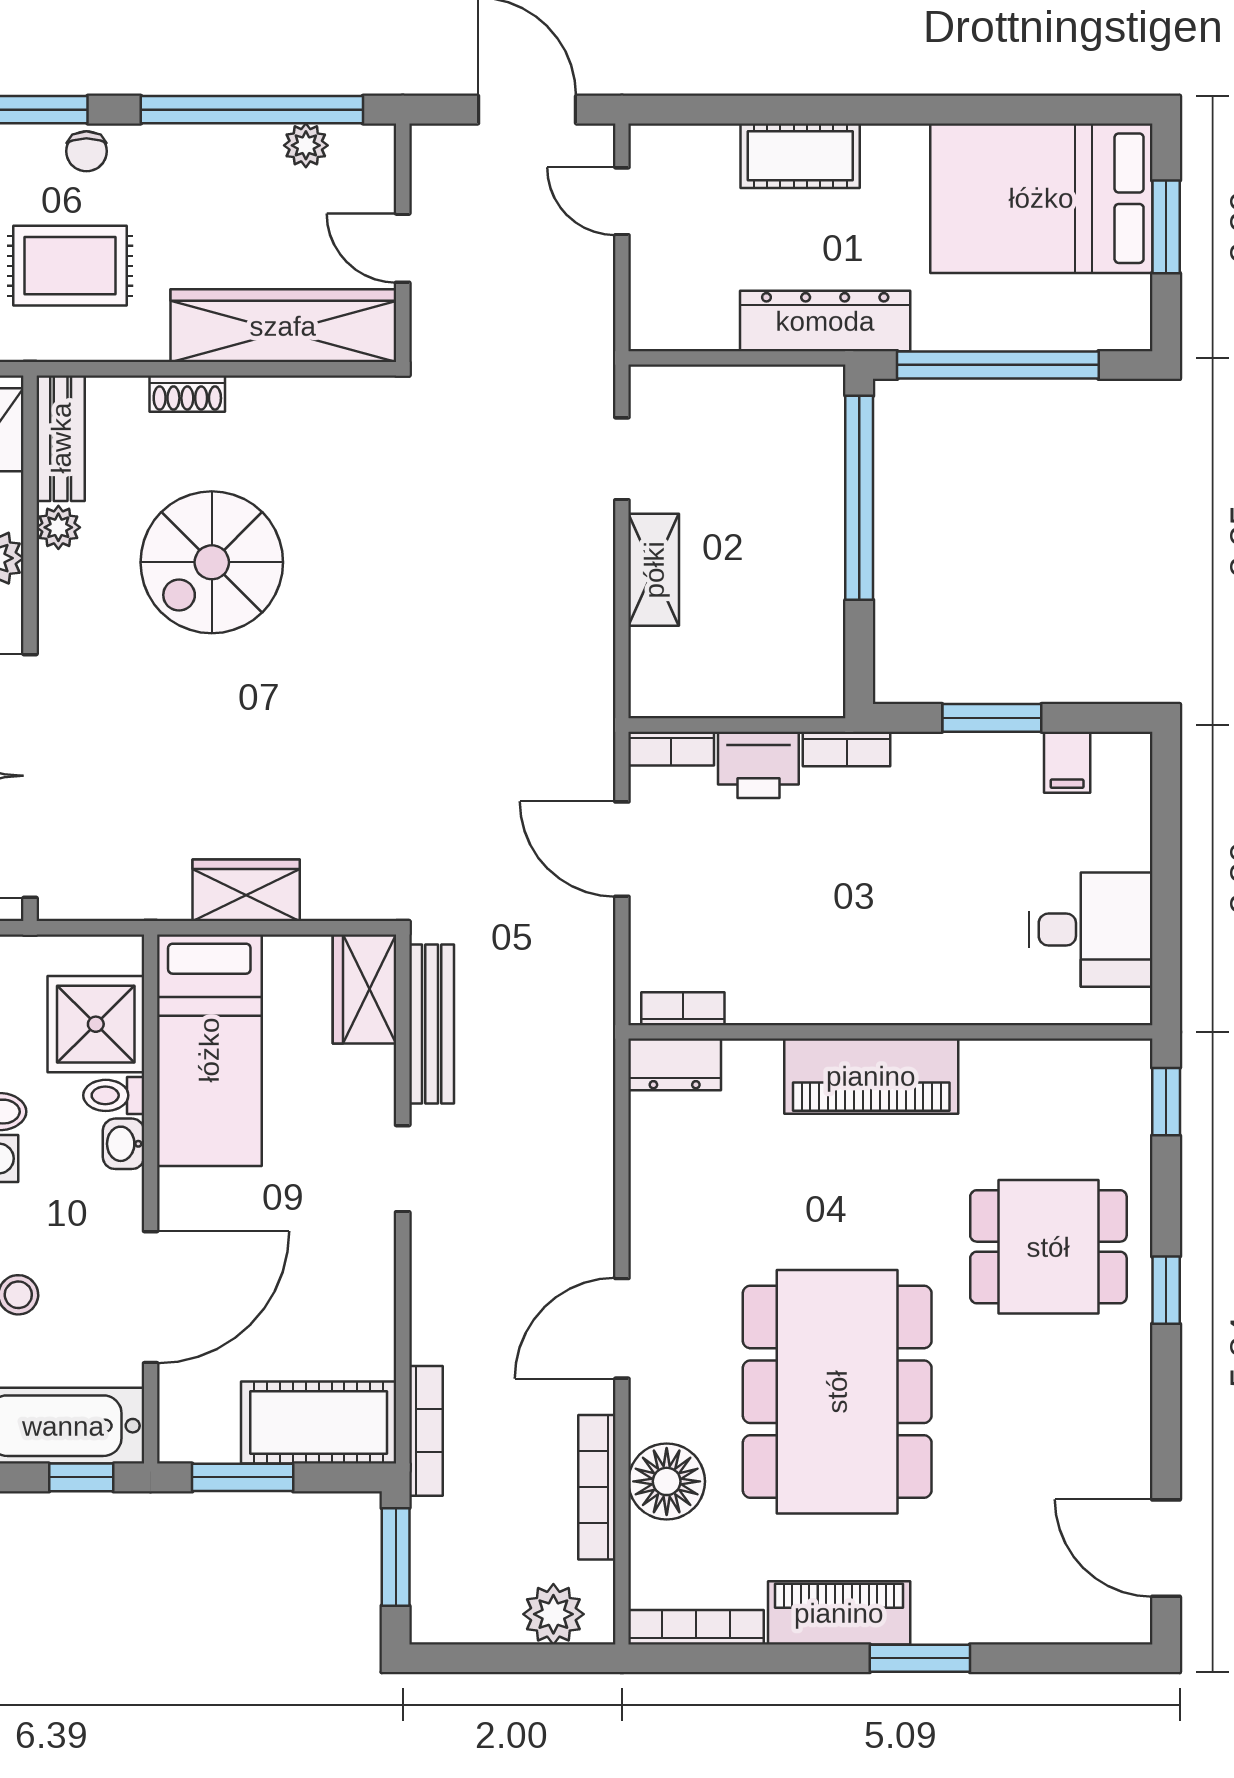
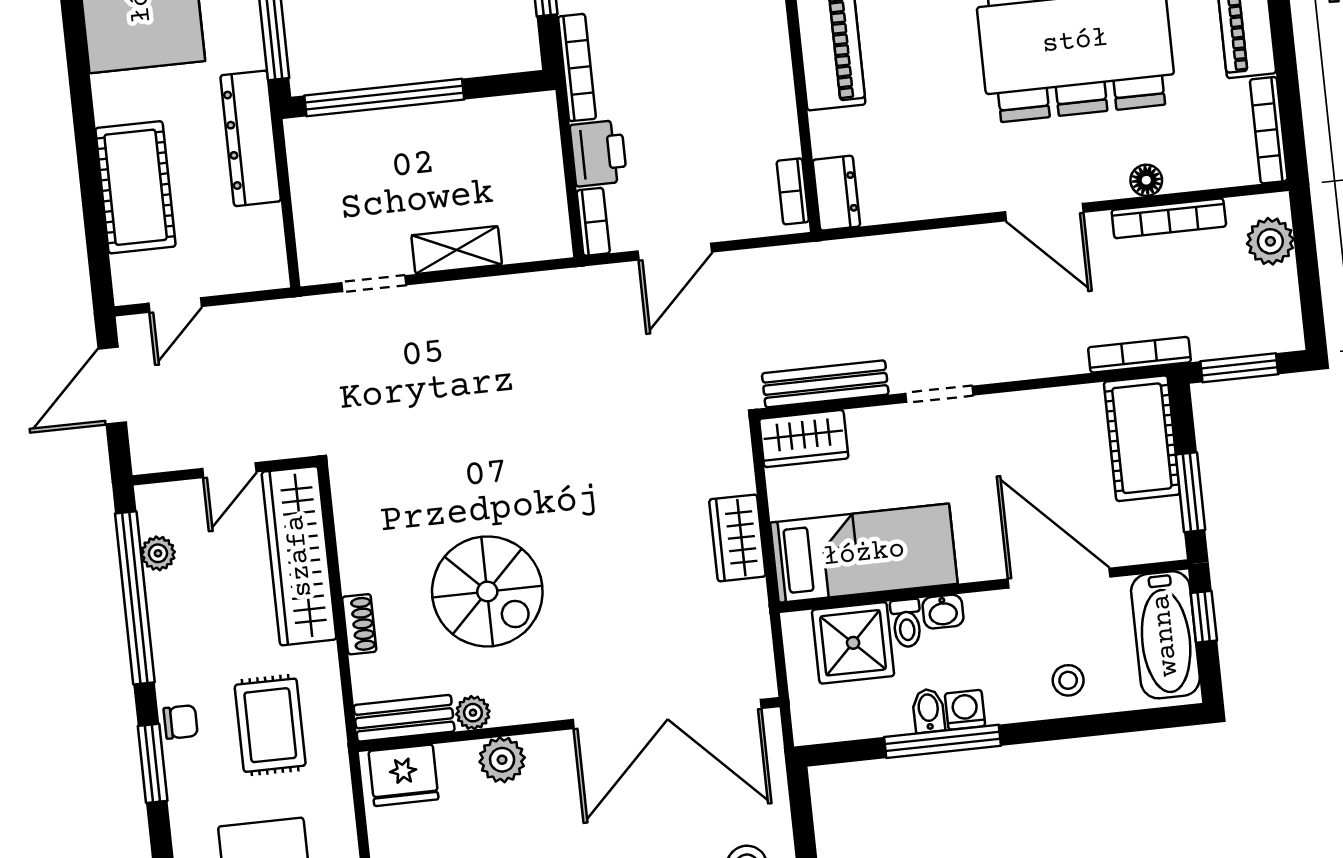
cot: (800, 156) -> (136, 187), width x1.37, depth x1.34
bookcase: (847, 749) -> (577, 68), width x1.56
floor lamp: (667, 1481) -> (1146, 180), width x0.53, depth x0.53

